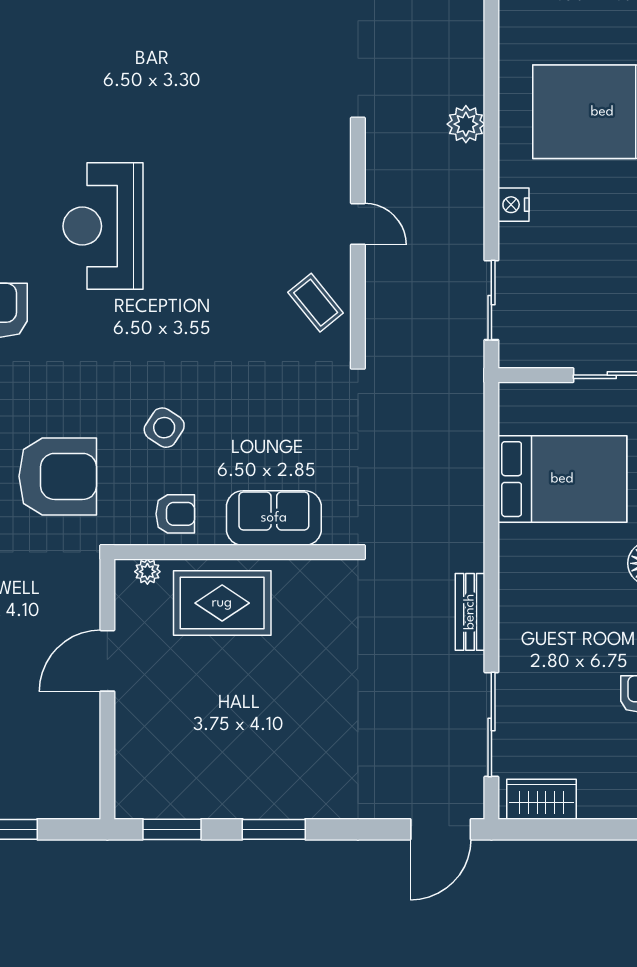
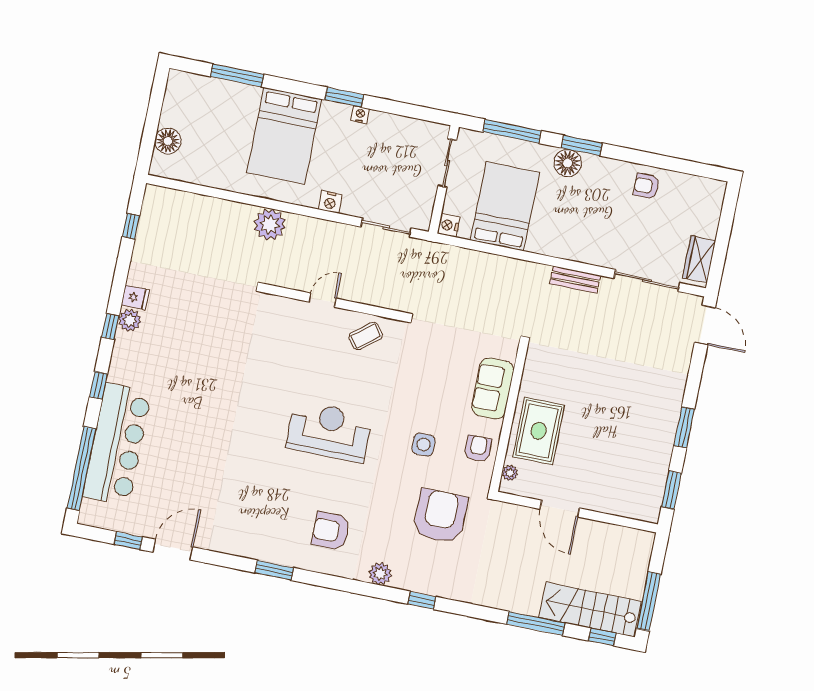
plant: (466, 124) -> (270, 225), width x1.36, depth x1.36
reception desk: (103, 226) -> (329, 431), moved, turned 180
nightstand: (515, 397) -> (449, 225), added
side table: (164, 428) -> (424, 445), turned -33

